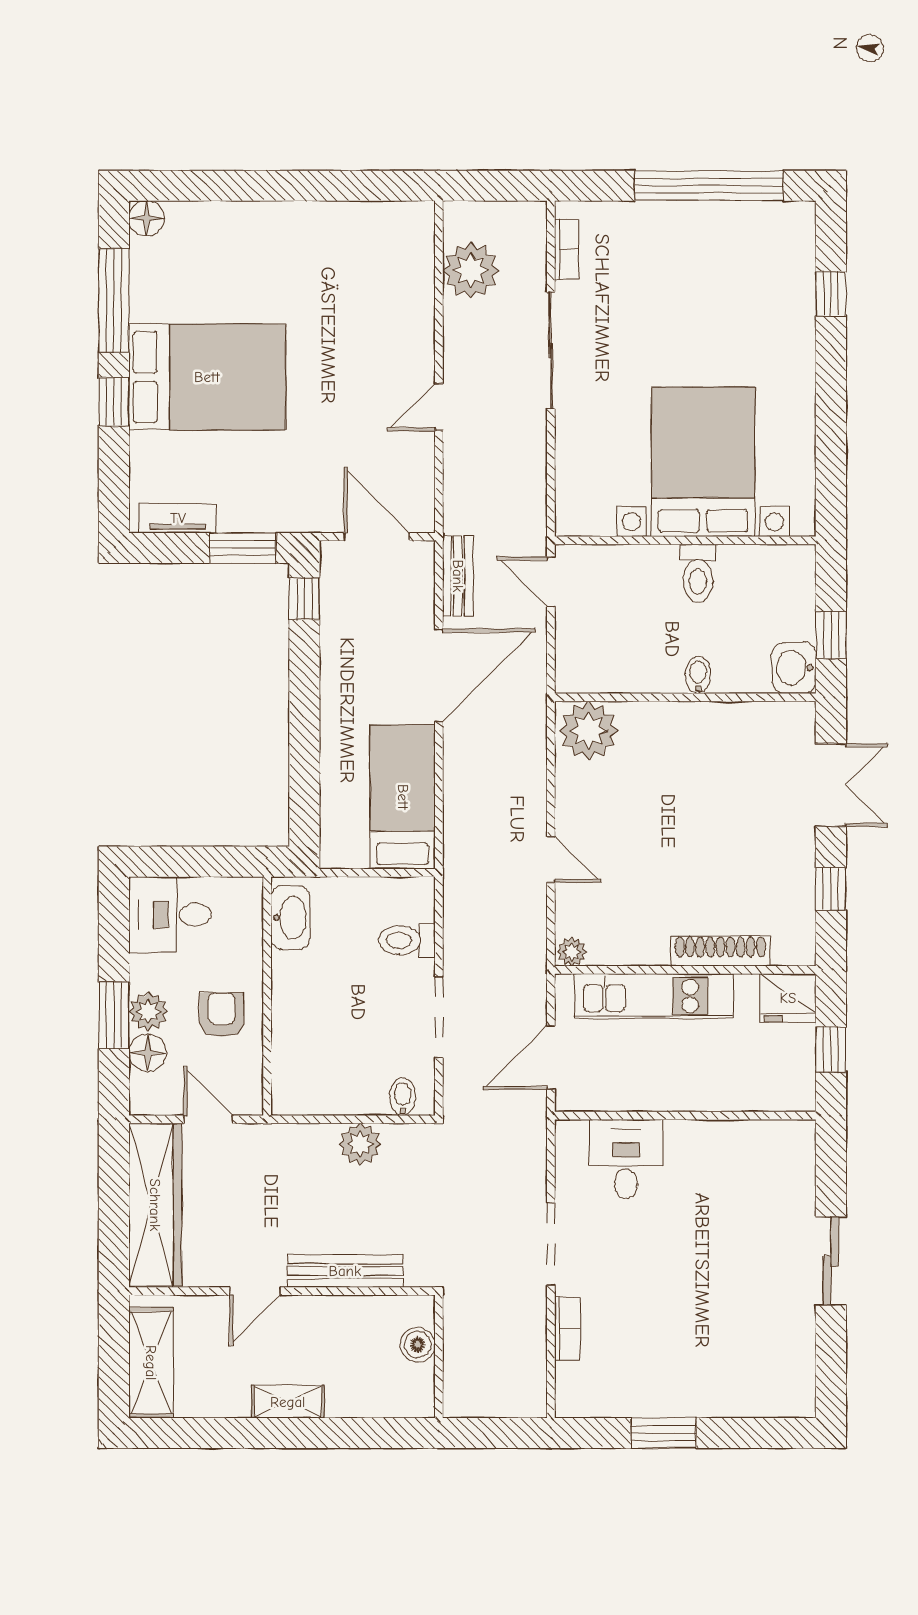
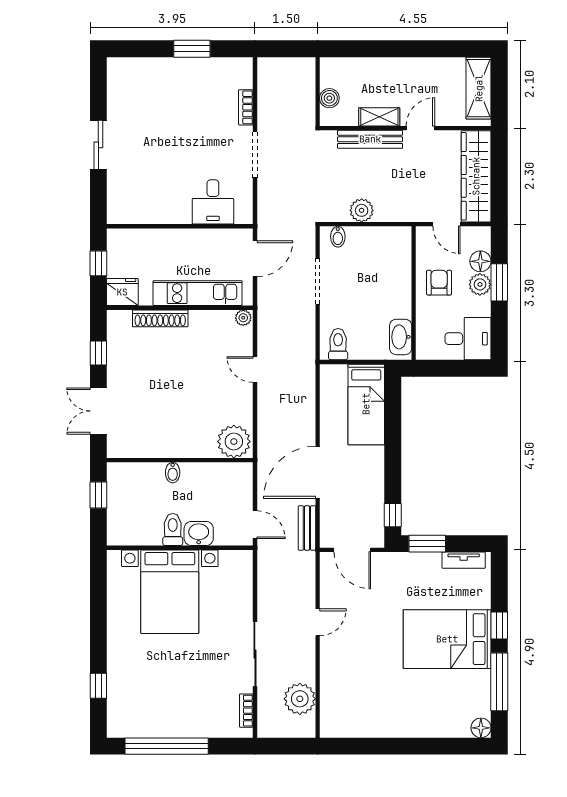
washbasin: (794, 668) -> (199, 533), moved, turned -90
bed: (403, 797) -> (366, 404), moved
toilet: (407, 940) -> (338, 344), moved, turned -90
armchair: (222, 1015) -> (439, 283), turned 180
shelving: (288, 1402) -> (379, 117), moved

